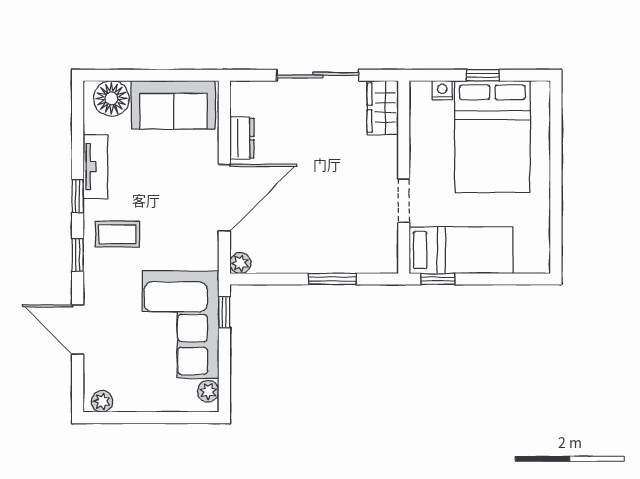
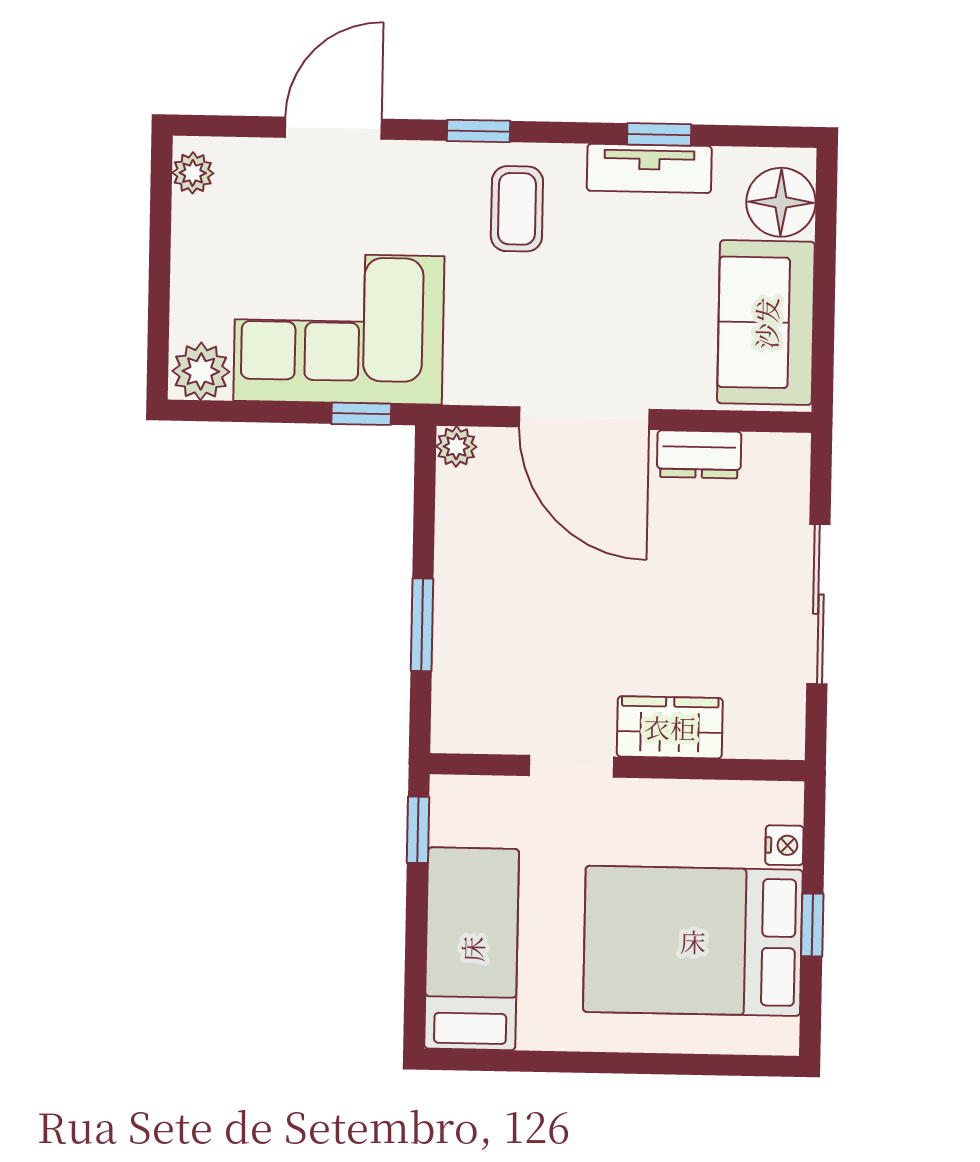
wardrobe: (383, 108) -> (670, 727), moved
window: (78, 196) -> (659, 134), moved
bed: (461, 250) -> (472, 949), moved, turned 180
plant: (208, 391) -> (201, 371), width x1.38, depth x1.38

